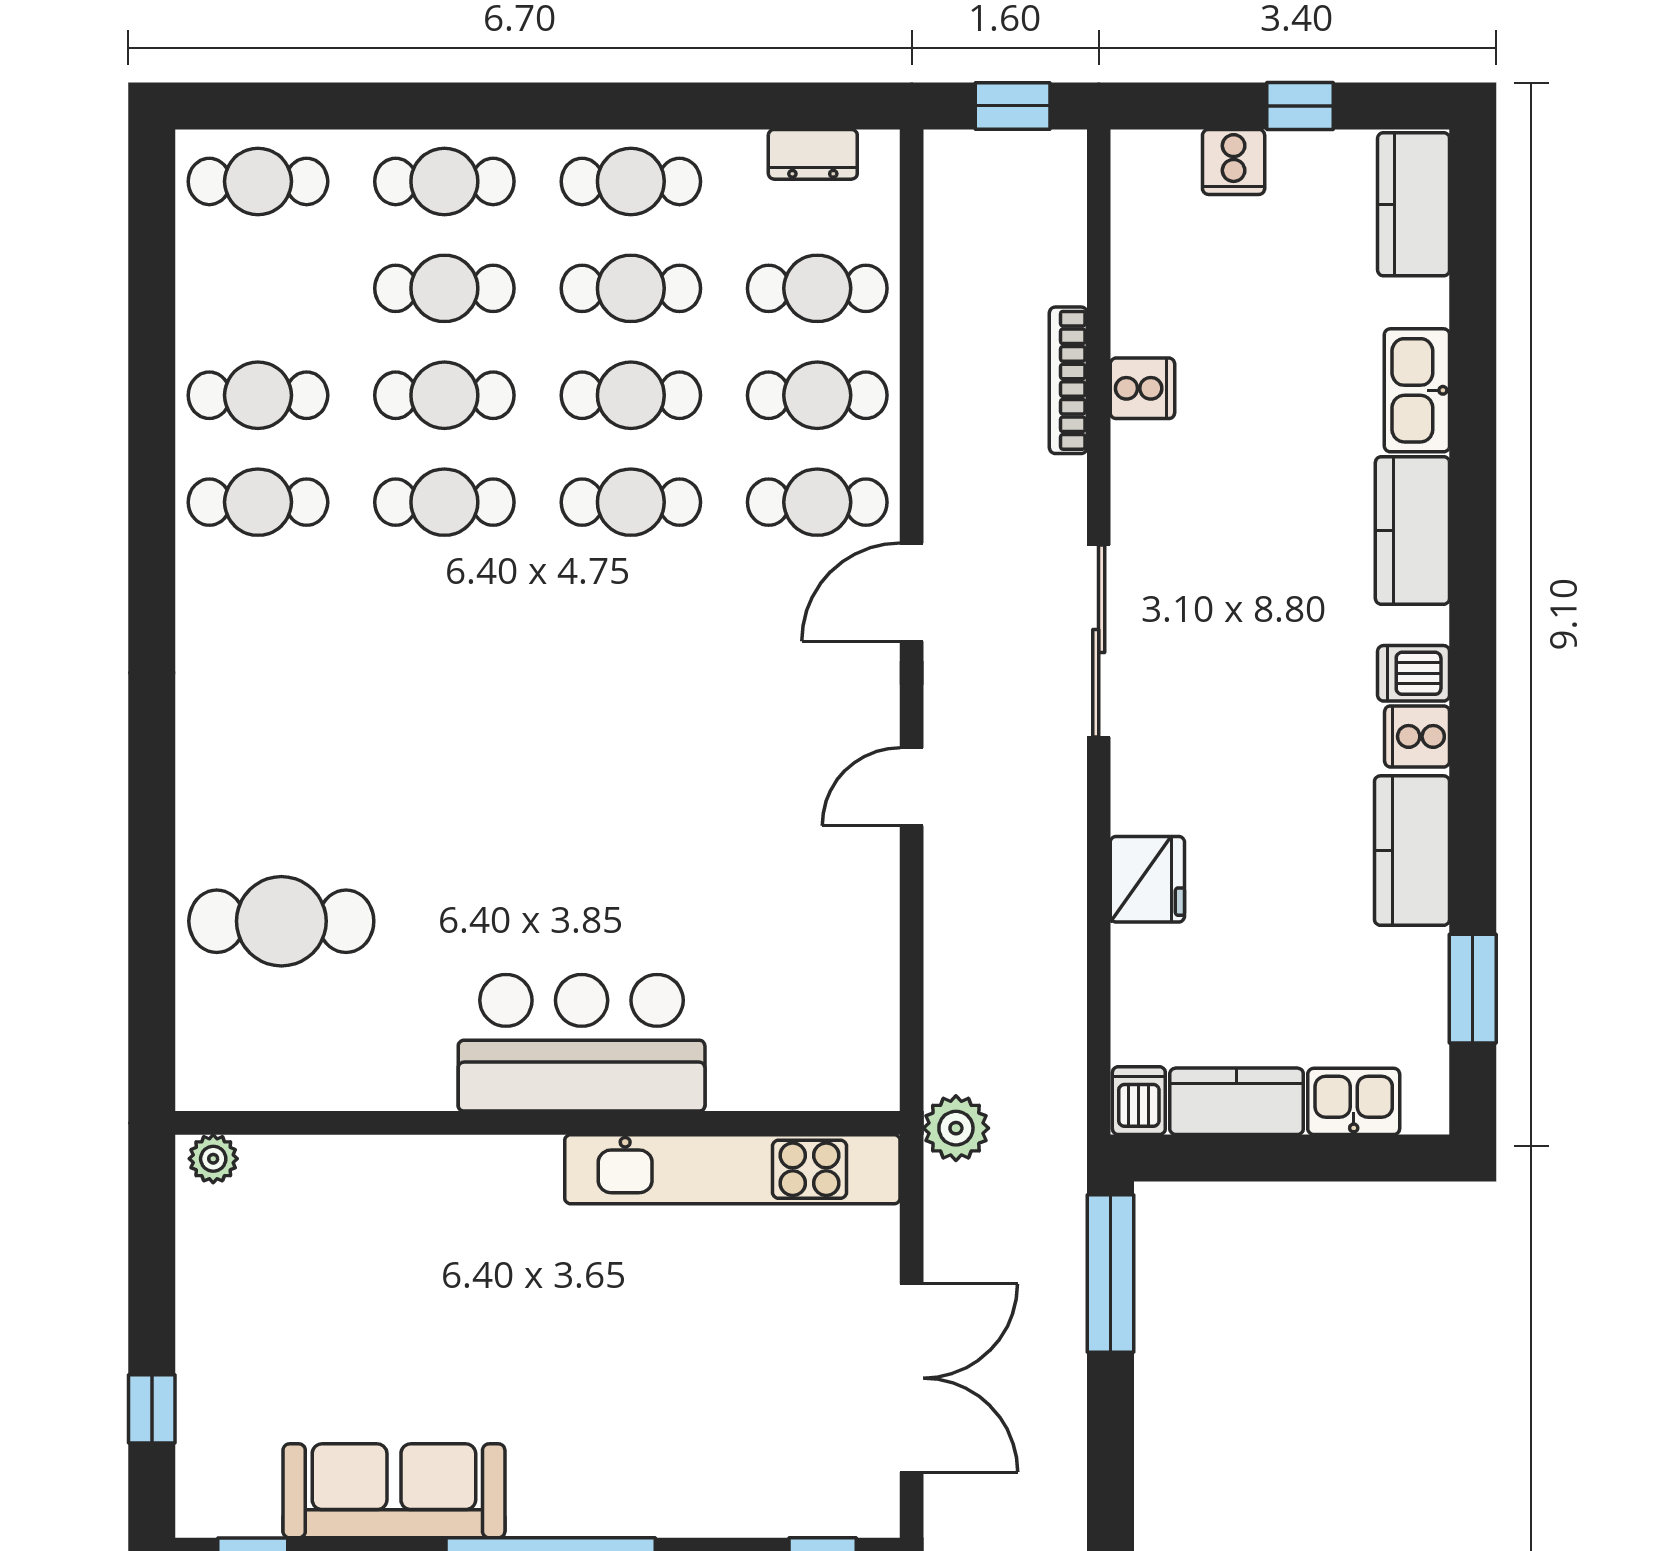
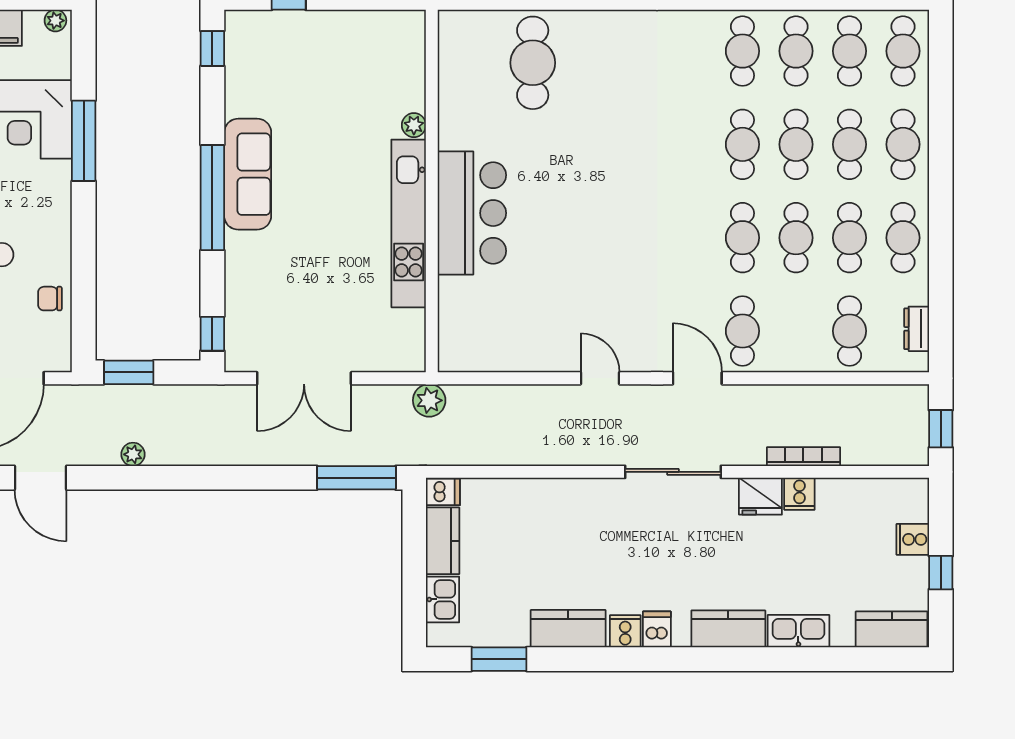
cafe table: (817, 395) -> (849, 51), moved
fridge: (1147, 879) -> (760, 496), moved
plant: (213, 1159) -> (414, 125), moved
kitchen unit: (732, 1169) -> (409, 223), moved
sofa: (394, 1491) -> (248, 174), moved

